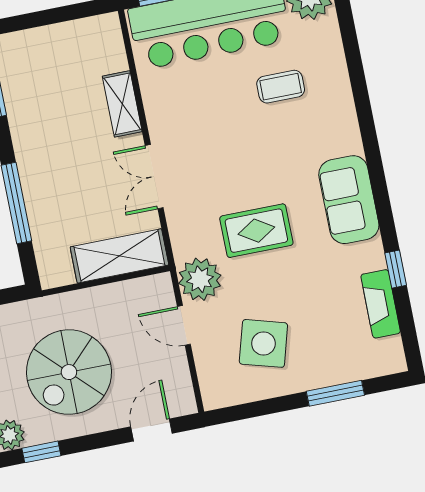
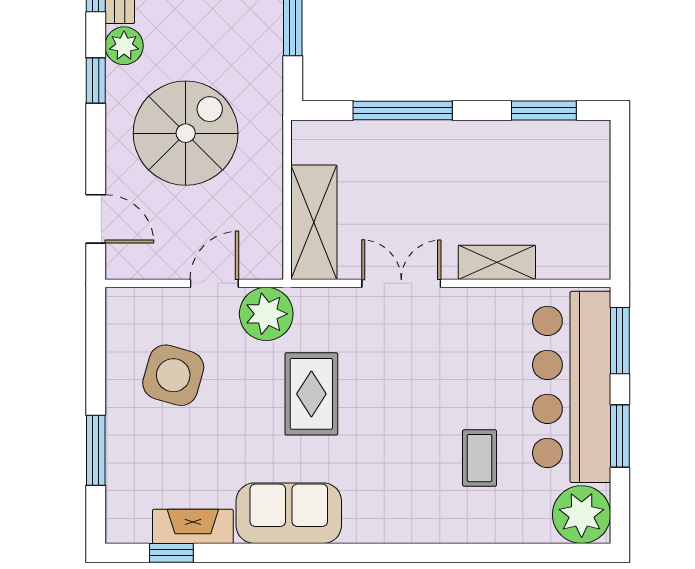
sofa: (349, 200) -> (289, 513), moved
window: (396, 269) -> (171, 553), moved
spiral stairs: (69, 372) -> (186, 133), turned 90

